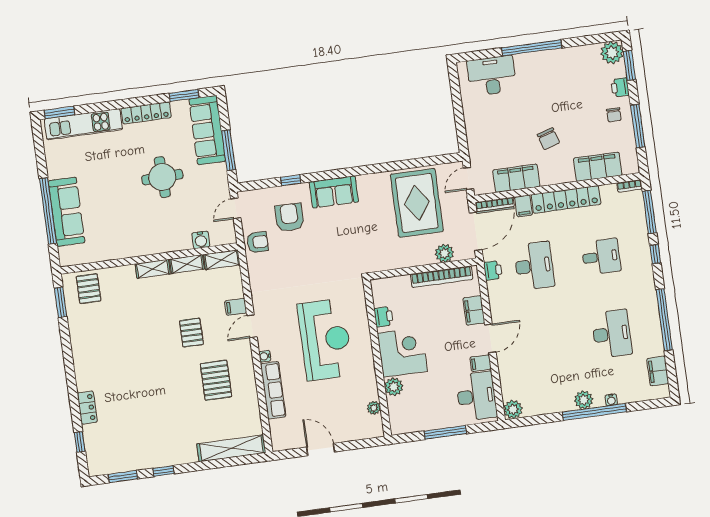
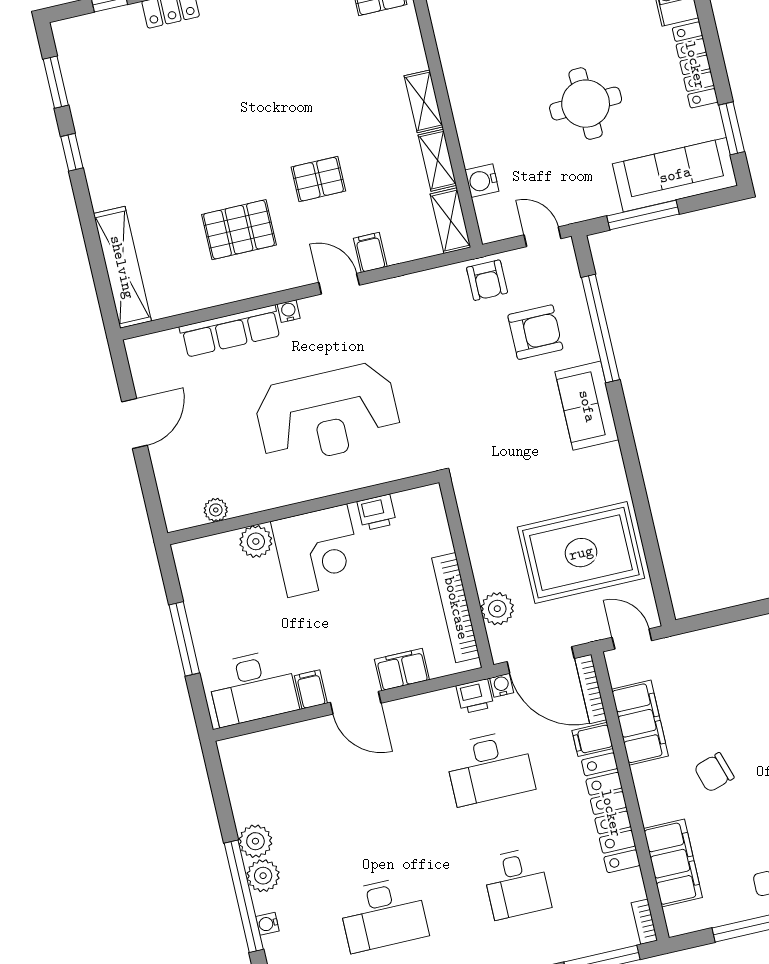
window: (291, 180) -> (600, 328), width x3.17
water cooler: (488, 255) -> (502, 685), added
plant: (513, 409) -> (255, 841), moved

